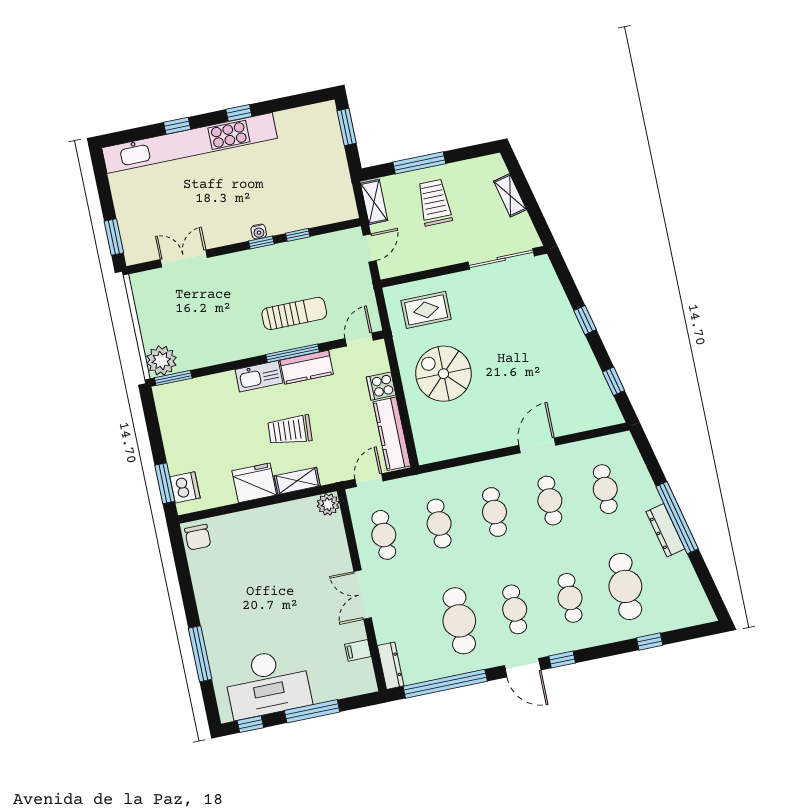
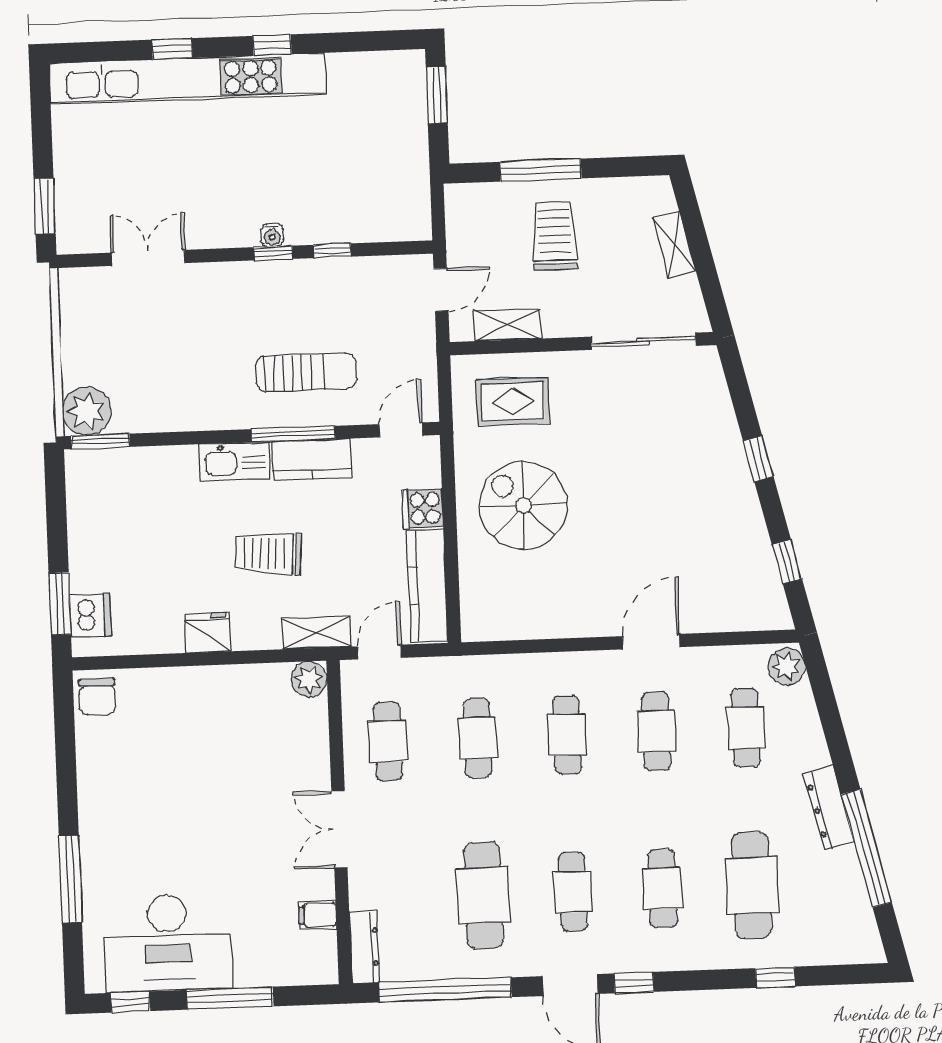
shelving: (374, 202) -> (508, 325), moved, turned 90
plant: (624, 447) -> (787, 666), added
shelving: (297, 481) -> (317, 633), moved
fridge: (254, 483) -> (208, 633), width x0.73, depth x0.75
window: (677, 518) -> (866, 848), moved

